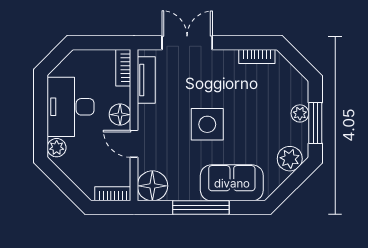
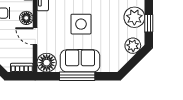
plant: (300, 113) -> (134, 17), width x1.87, depth x1.87
window: (315, 123) -> (149, 23), width x0.67
sofa: (232, 183) -> (80, 61), moved

